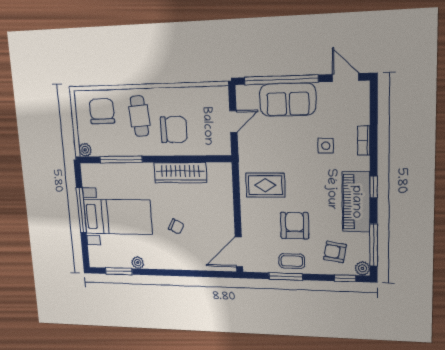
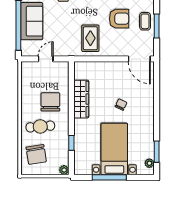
chair: (102, 111) -> (36, 154), turned -99
door: (233, 121) -> (46, 59), hinge flipped
window: (121, 160) -> (71, 143), width x0.46
armchair: (295, 226) -> (119, 19), turned 180
plant: (138, 263) -> (149, 163), moved

